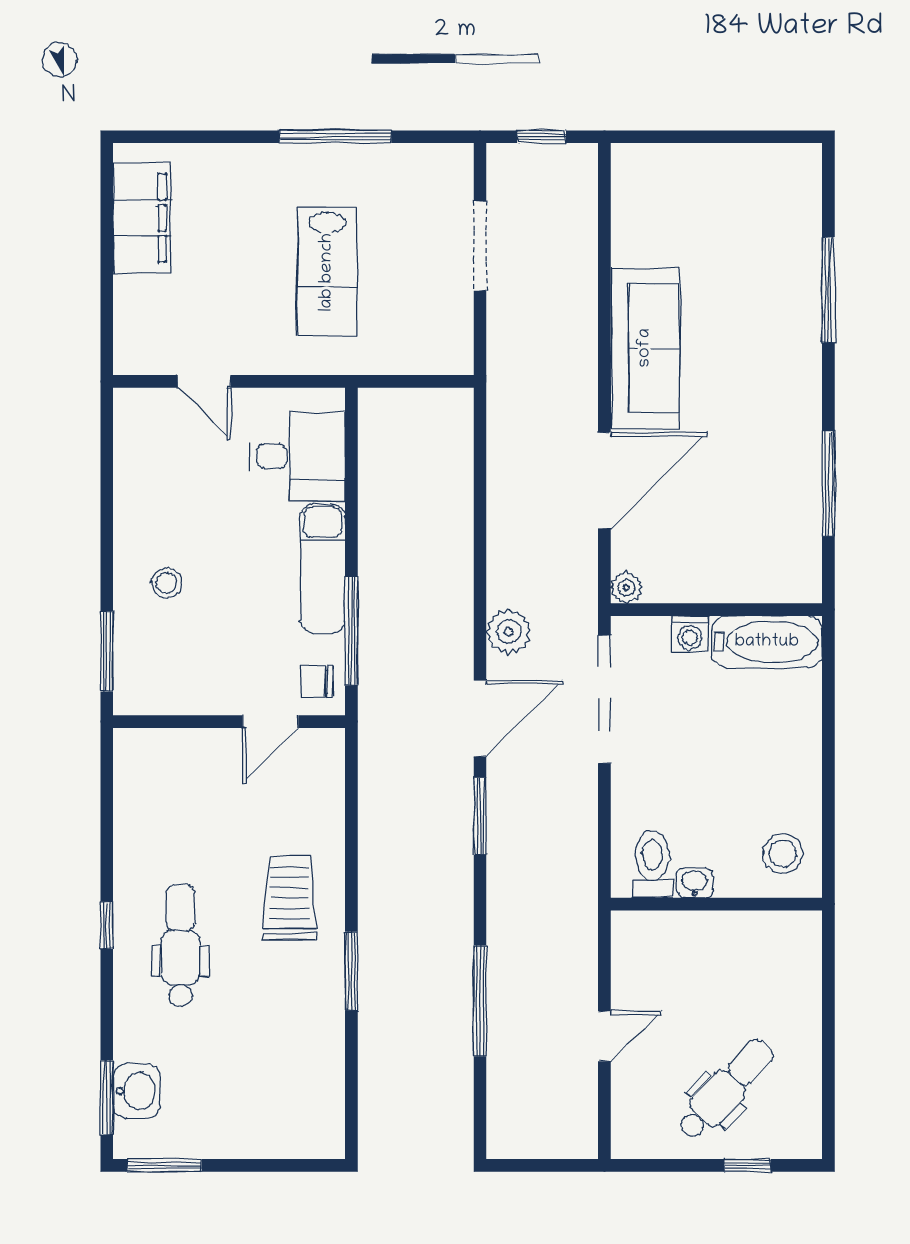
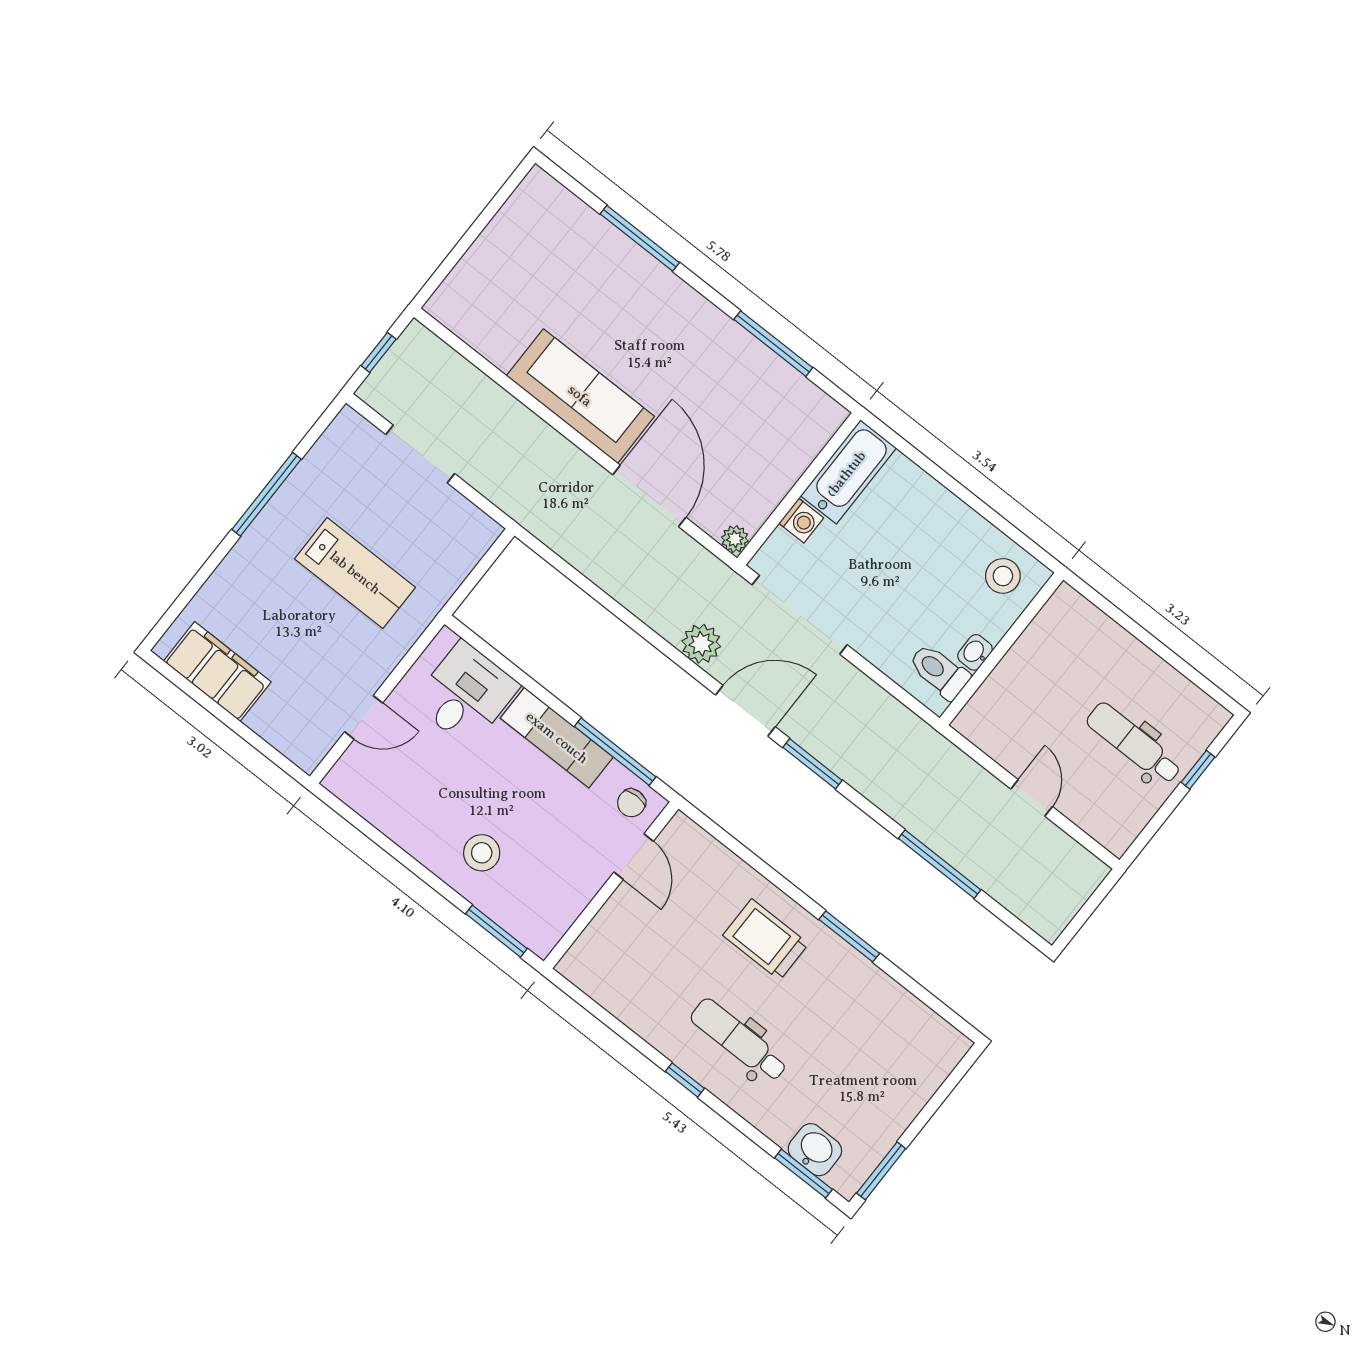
stool: (166, 583) -> (482, 853), width x1.37, depth x1.37
door: (480, 719) -> (745, 711), hinge flipped
dental chair: (726, 1089) -> (1134, 743), turned -43

